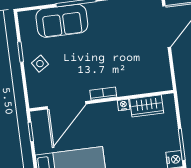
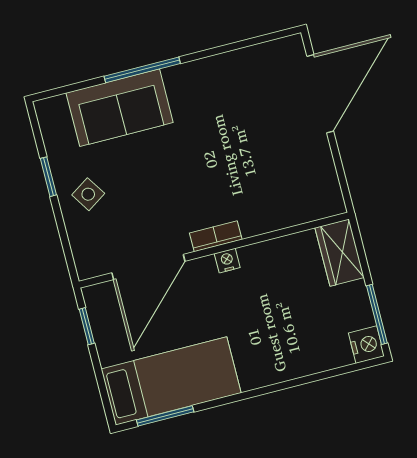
nightstand: (124, 105) -> (227, 261), moved
wardrobe: (147, 106) -> (340, 253), moved, turned 90

